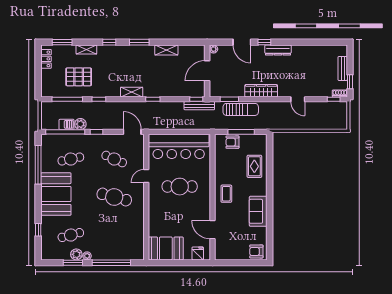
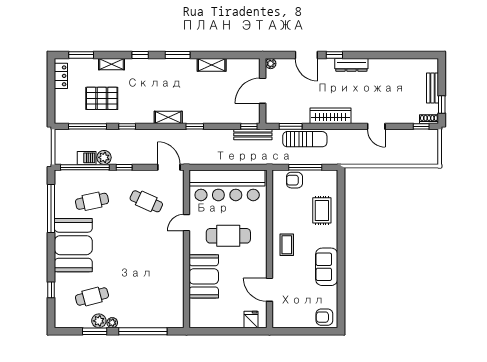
cafe table: (114, 197) -> (146, 249), removed
booth: (166, 248) -> (204, 276), moved, turned 90

